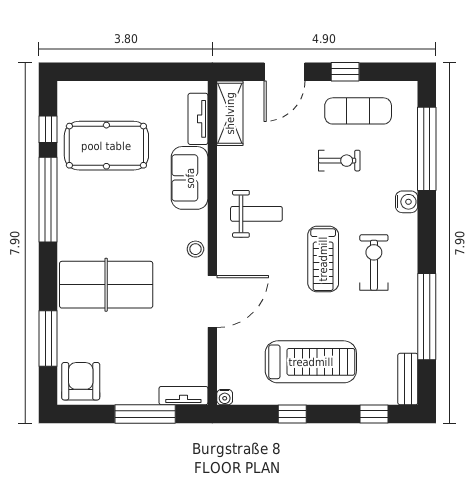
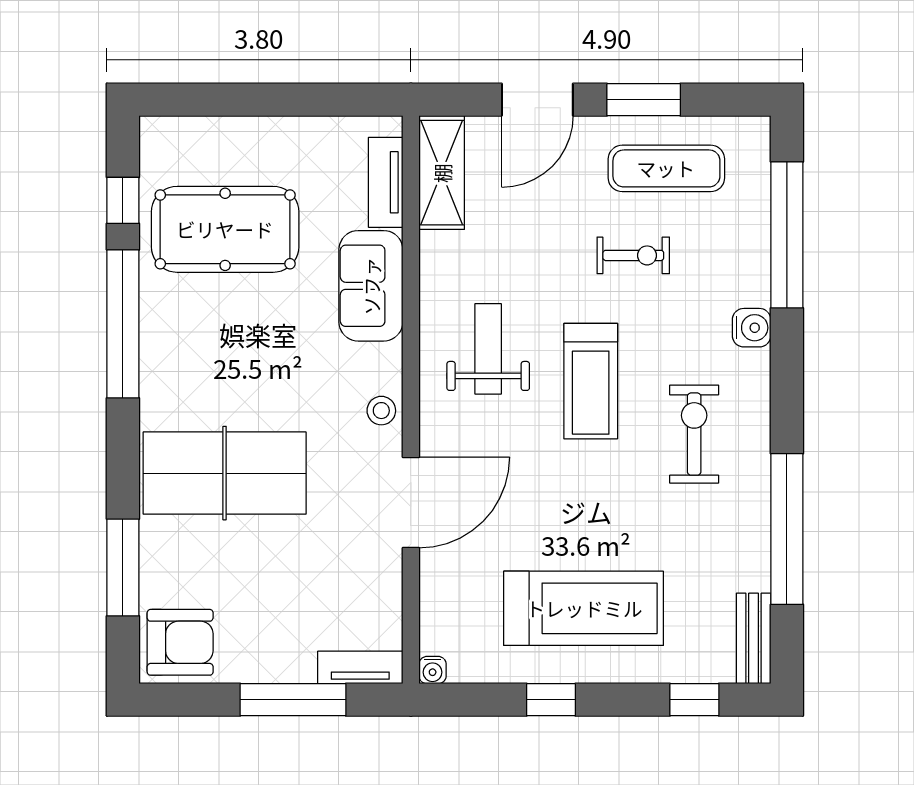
window: (345, 72) -> (644, 100), width x1.50
weight bench: (256, 214) -> (488, 349), turned -90
treadmill: (323, 259) -> (591, 381), moved
armchair: (81, 381) -> (180, 642), turned 90

